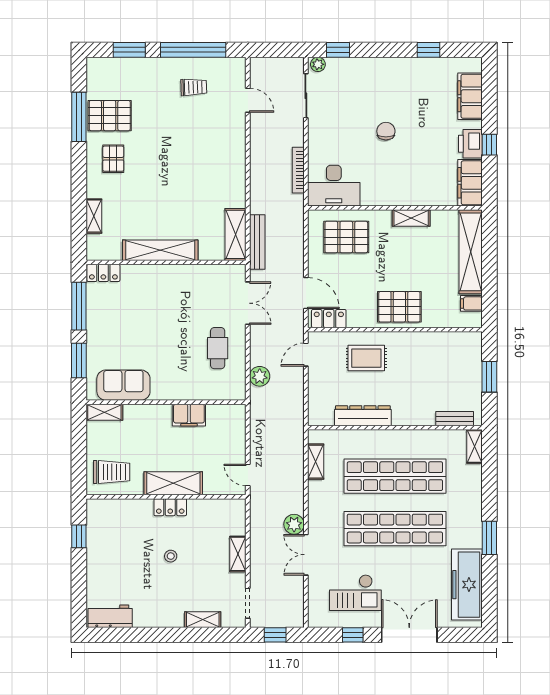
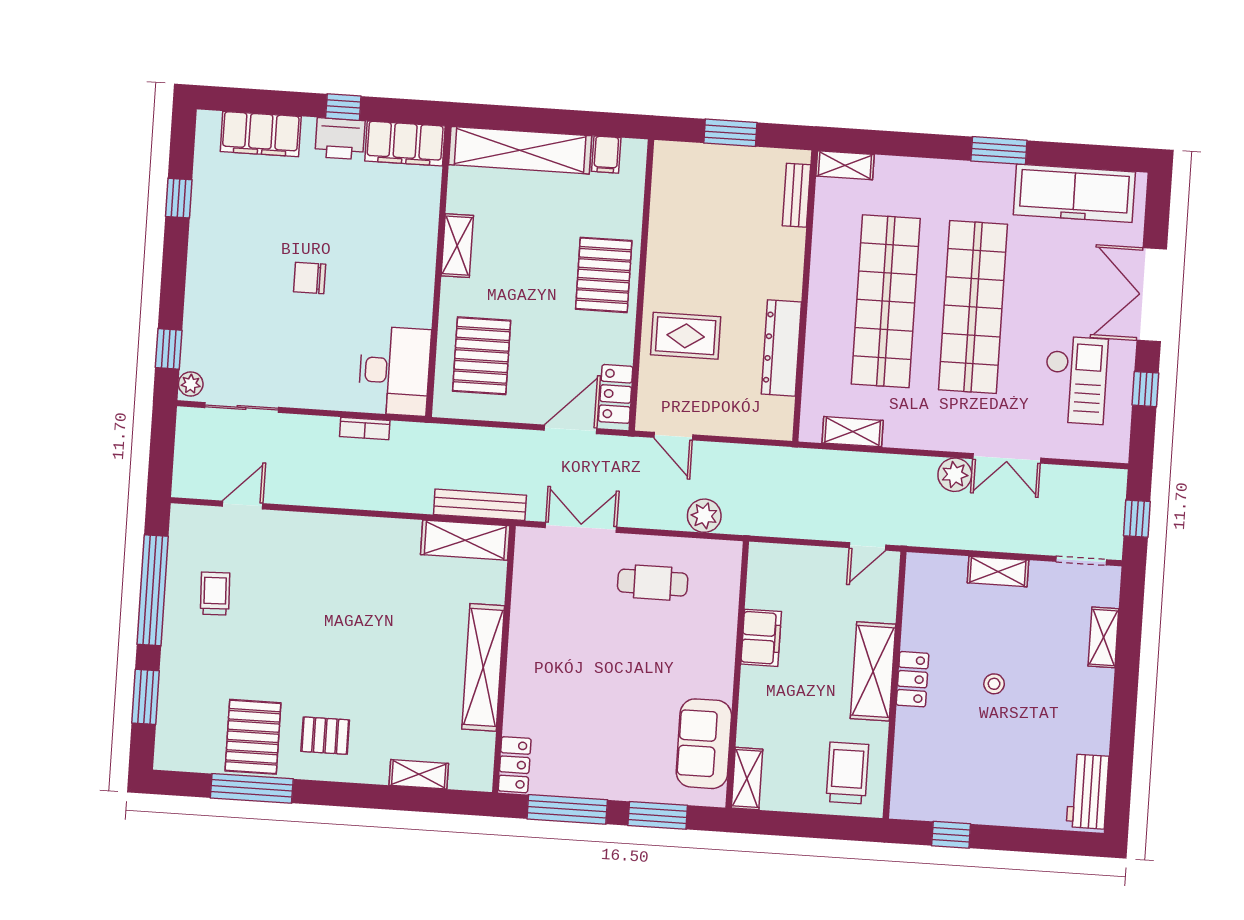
bookcase: (298, 170) -> (365, 429), width x0.64
rug: (366, 358) -> (686, 336), turned 90

